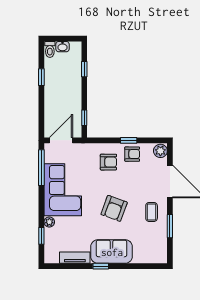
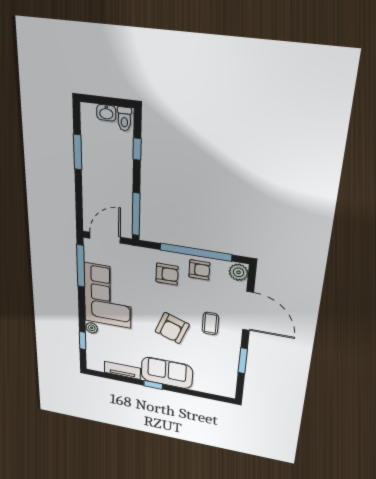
toilet: (50, 49) -> (124, 119), moved
window: (41, 77) -> (78, 152), width x1.50
window: (84, 118) -> (136, 214), width x2.17
window: (129, 140) -> (196, 252), width x3.17
coffee table: (152, 212) -> (210, 323), moved

